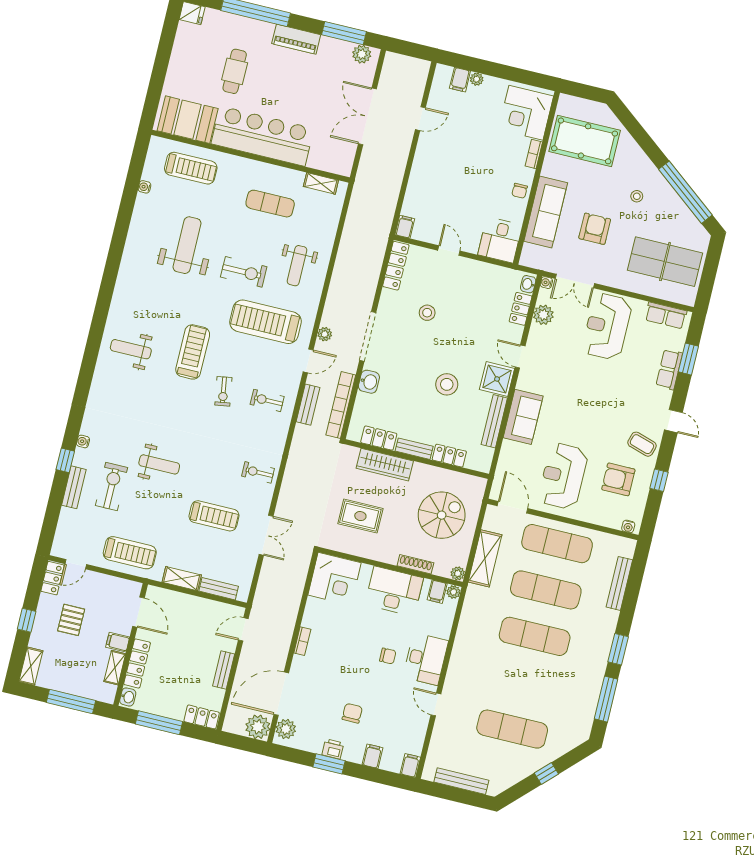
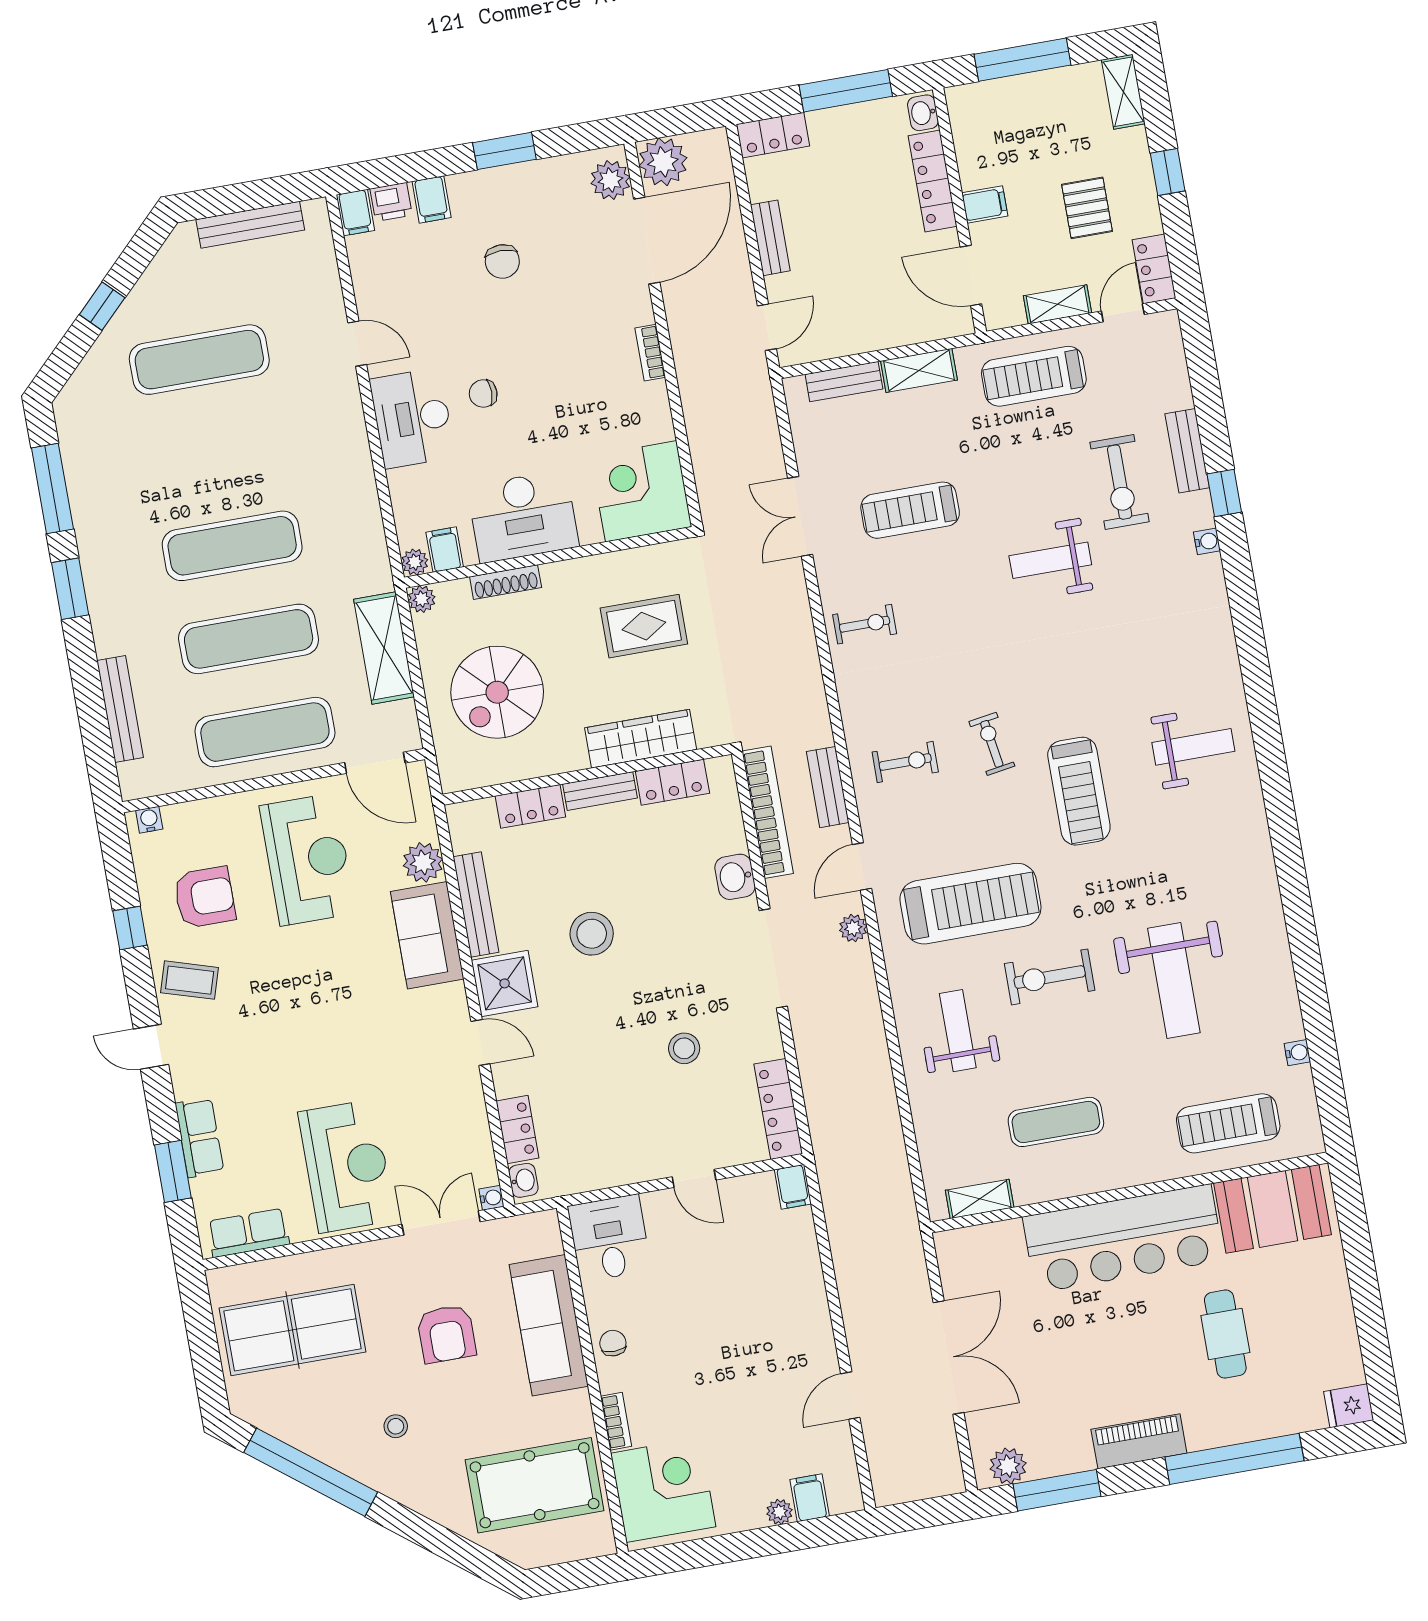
plant: (543, 315) -> (423, 862), moved
shelving: (115, 668) -> (1057, 304), moved, turned 90
printer: (333, 749) -> (391, 202), moved

